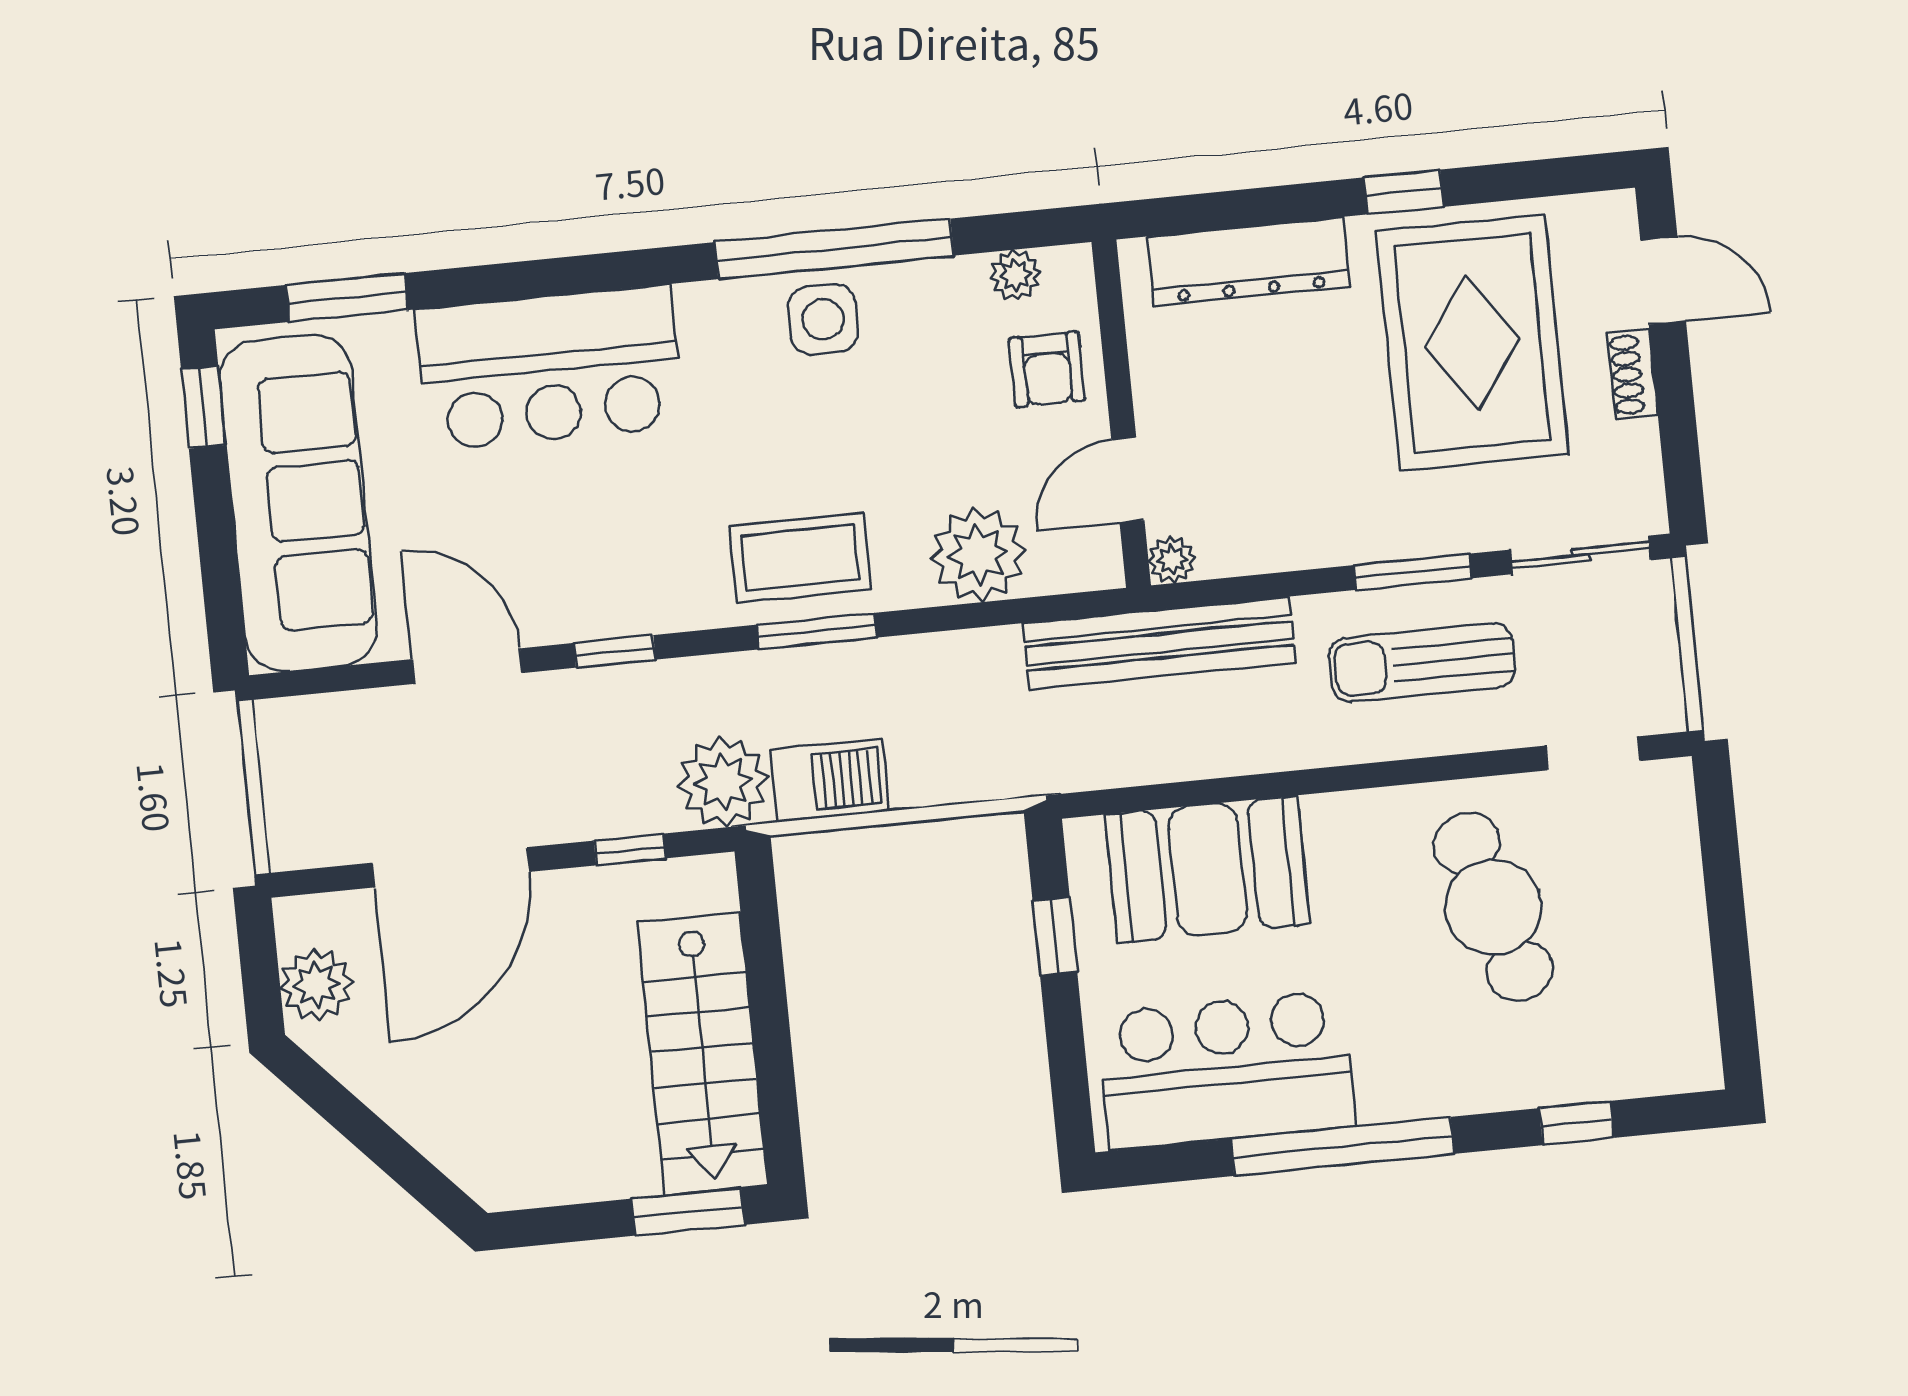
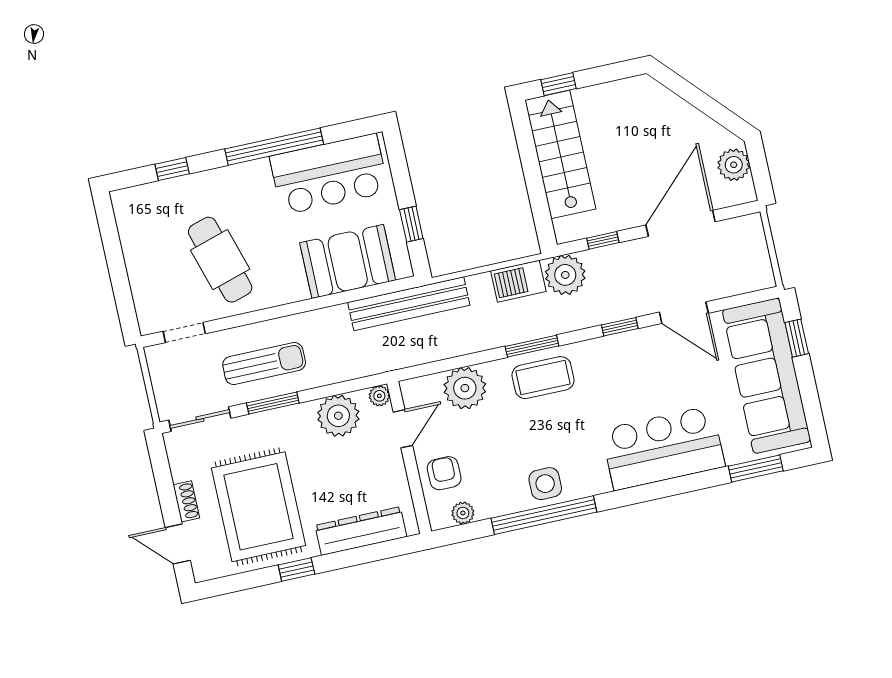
window: (204, 407) -> (797, 338), moved
plant: (1269, 526) -> (338, 416), added
bench: (1159, 643) -> (409, 304), moved
window: (688, 1212) -> (559, 84), width x0.67

